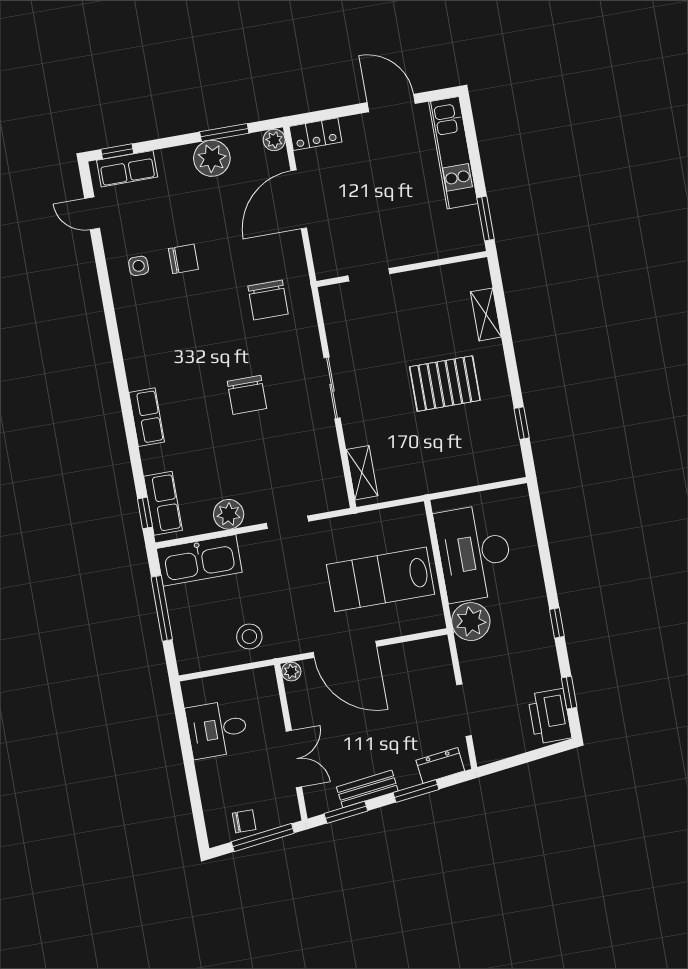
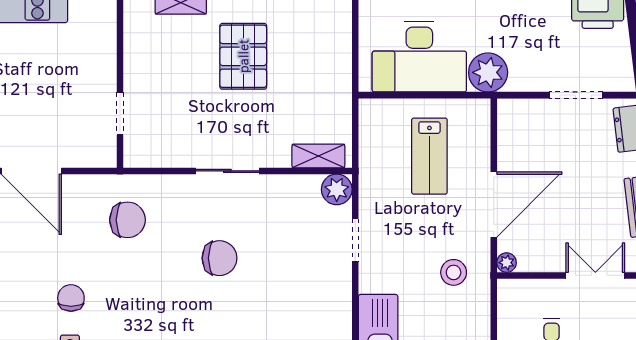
plant: (229, 514) -> (337, 189), moved
lab bench: (380, 579) -> (429, 156), width x0.73, depth x0.72
stool: (249, 637) -> (454, 272), moved

